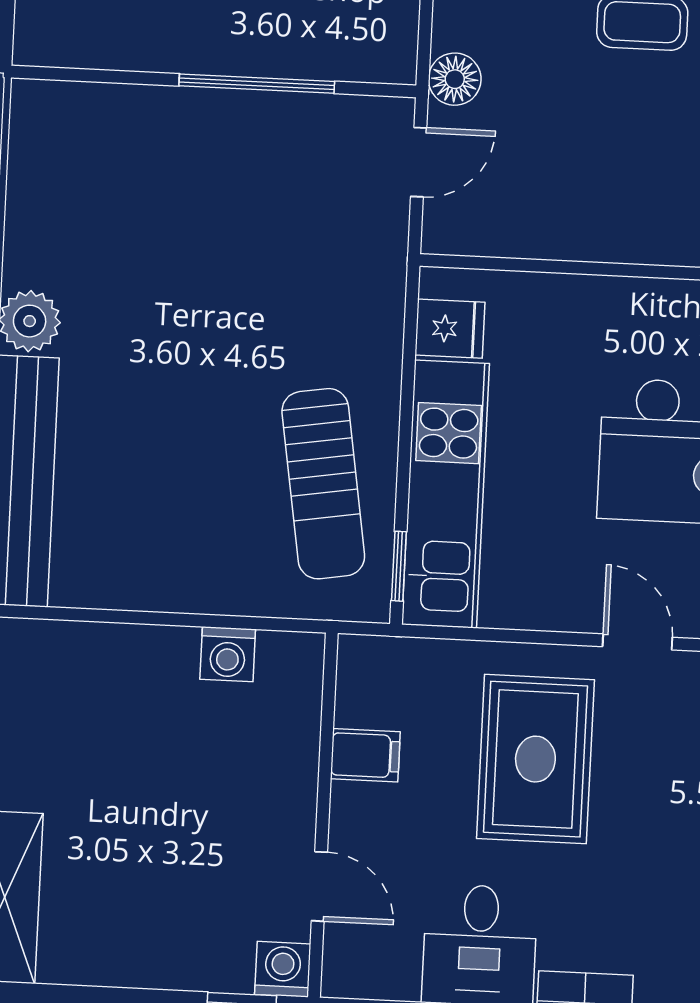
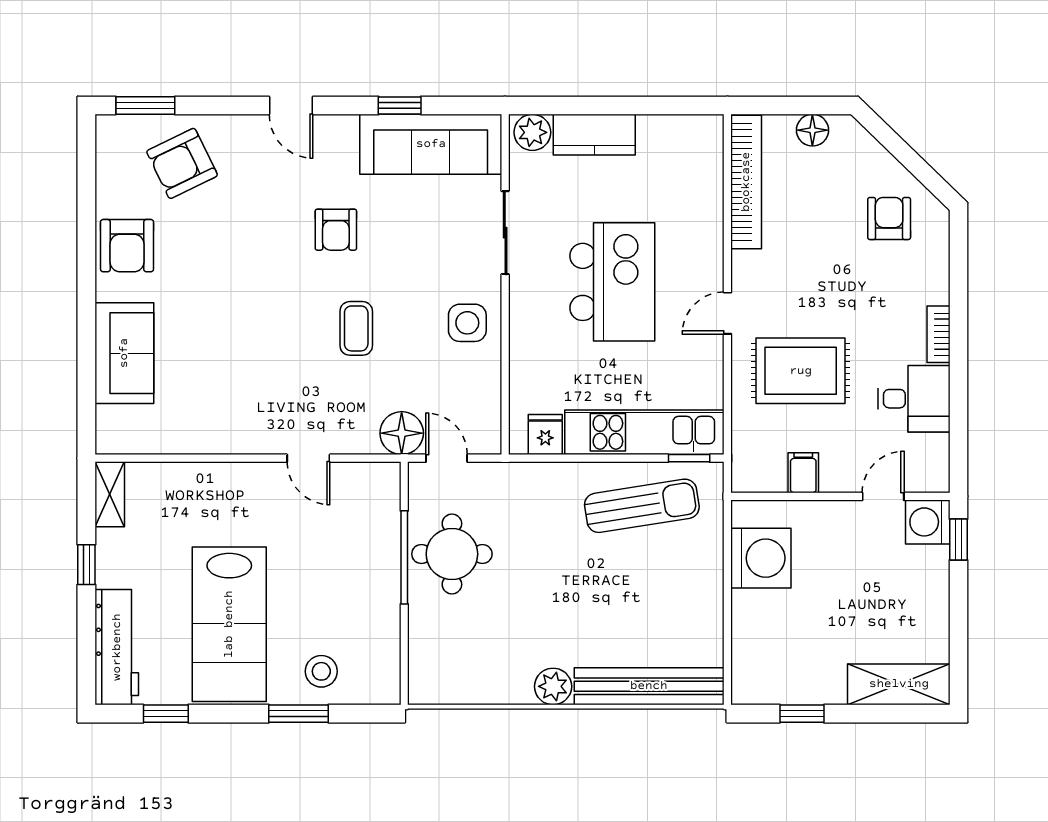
floor lamp: (455, 79) -> (402, 433), width x1.38, depth x1.38
round table: (259, 163) -> (452, 554), added
side table: (642, 208) -> (467, 323), added
washing machine: (228, 654) -> (761, 558), width x1.89, depth x1.89
washing machine: (283, 969) -> (928, 522), width x1.38, depth x1.38

